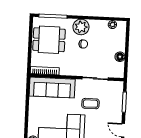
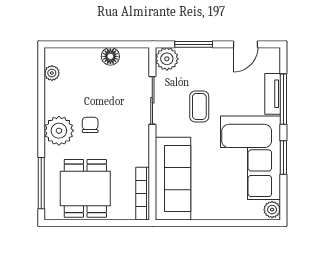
plant: (117, 87) -> (167, 59), added

